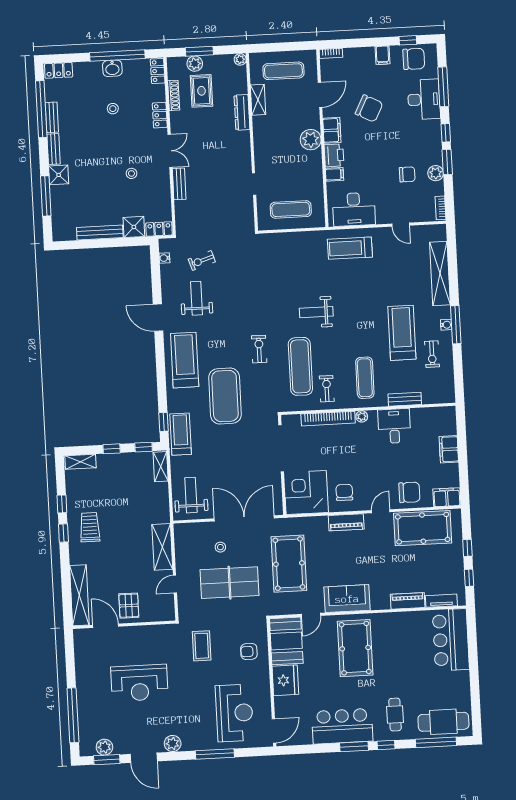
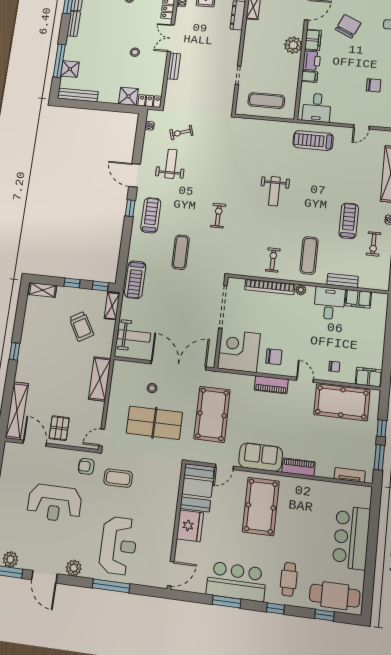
chair: (369, 108) -> (348, 26), turned -92
double door: (170, 151) -> (171, 38), swing flipped
shower: (59, 175) -> (70, 69), moved
desk: (354, 209) -> (317, 108), width x0.73
door: (401, 225) -> (361, 127), hinge flipped
bench: (100, 233) -> (78, 95), moved
weight bench: (316, 312) -> (274, 191), turned -90
treadmill: (402, 333) -> (349, 221), width x0.73, depth x0.73
treadmill: (185, 360) -> (151, 215), width x0.73, depth x0.73
exercise mat: (300, 366) -> (252, 236), removed
exercise mat: (225, 396) -> (181, 252), width x0.50, depth x0.69
window: (164, 422) -> (130, 208), moved
treadmill: (181, 434) -> (135, 280), turned 180
filing cabinet: (449, 449) -> (358, 299), moved, turned -90
chair: (344, 492) -> (274, 357), turned 90
chair: (409, 492) -> (334, 367), width x0.54, depth x0.54
weight bench: (191, 495) -> (134, 336), turned 90
window: (62, 504) -> (19, 325), removed
door: (381, 511) -> (305, 380), hinge flipped
trolley: (90, 527) -> (81, 326), moved, turned 150
window: (469, 578) -> (379, 457), width x1.50
door: (175, 584) -> (102, 438), moved
piano: (408, 601) -> (298, 467), moved
bar counter: (451, 640) -> (351, 538), moved
coffee table: (202, 646) -> (118, 478), turned 90
armchair: (249, 651) -> (86, 466), moved
reception desk: (234, 713) -> (118, 546), moved
window: (436, 742) -> (324, 615), width x0.46
window: (354, 747) -> (227, 602), moved

